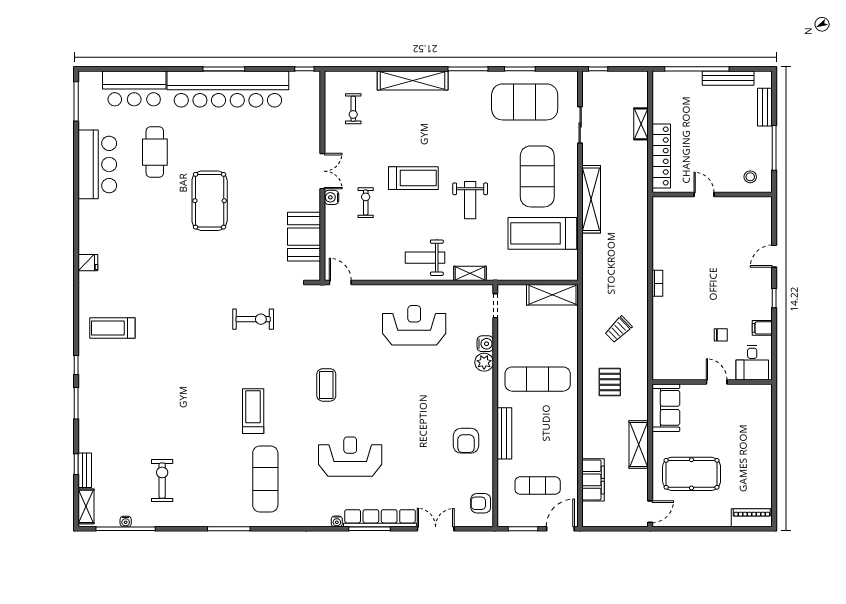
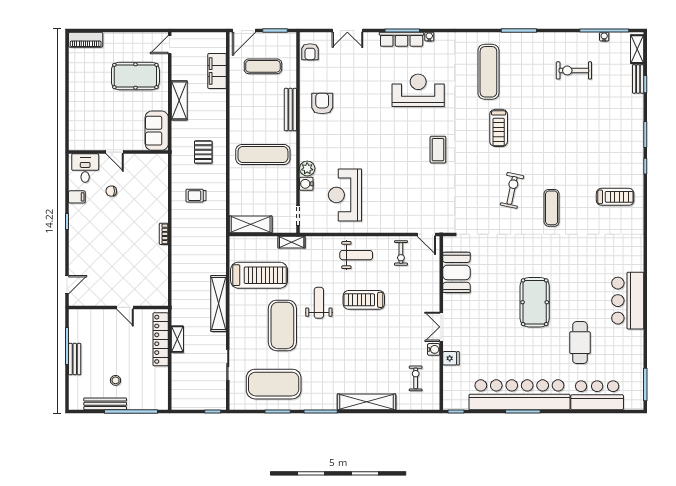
bench: (765, 107) -> (75, 359), moved
shelving: (641, 124) -> (177, 339), moved
bar counter: (97, 164) -> (628, 301), moved
exercise mat: (537, 176) -> (282, 325), moved
stool: (750, 177) -> (116, 380), moved
treadmill: (413, 178) -> (364, 300), moved
water cooler: (331, 197) -> (434, 349), moved
exercise bike: (366, 203) -> (401, 253), moved
door: (774, 256) -> (67, 285), moved
fridge: (88, 263) -> (451, 358), moved, turned 180
shelving: (470, 273) -> (292, 242), moved
exercise mat: (189, 315) -> (552, 208), added
exercise bike: (253, 319) -> (512, 190), moved, turned 102
reception desk: (414, 325) -> (345, 195), moved, turned 90
trolley: (618, 329) -> (196, 196), turned -136
reception desk: (350, 457) -> (418, 90), turned 180
exercise bike: (162, 481) -> (574, 70), turned 90
armchair: (481, 503) -> (310, 52), turned 90
row of seats: (380, 518) -> (402, 39), width x0.73

